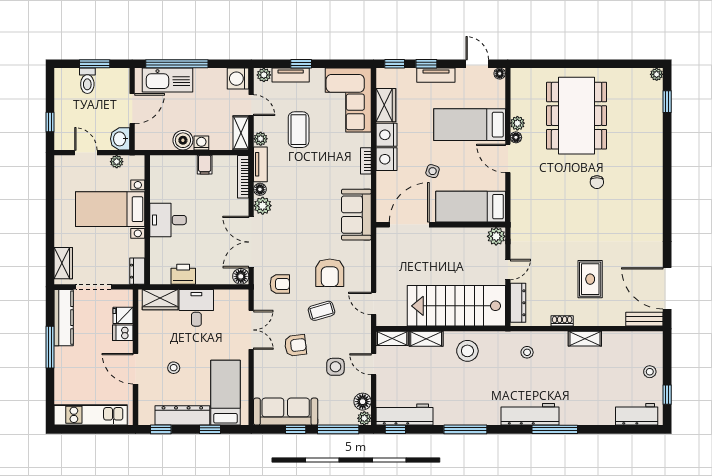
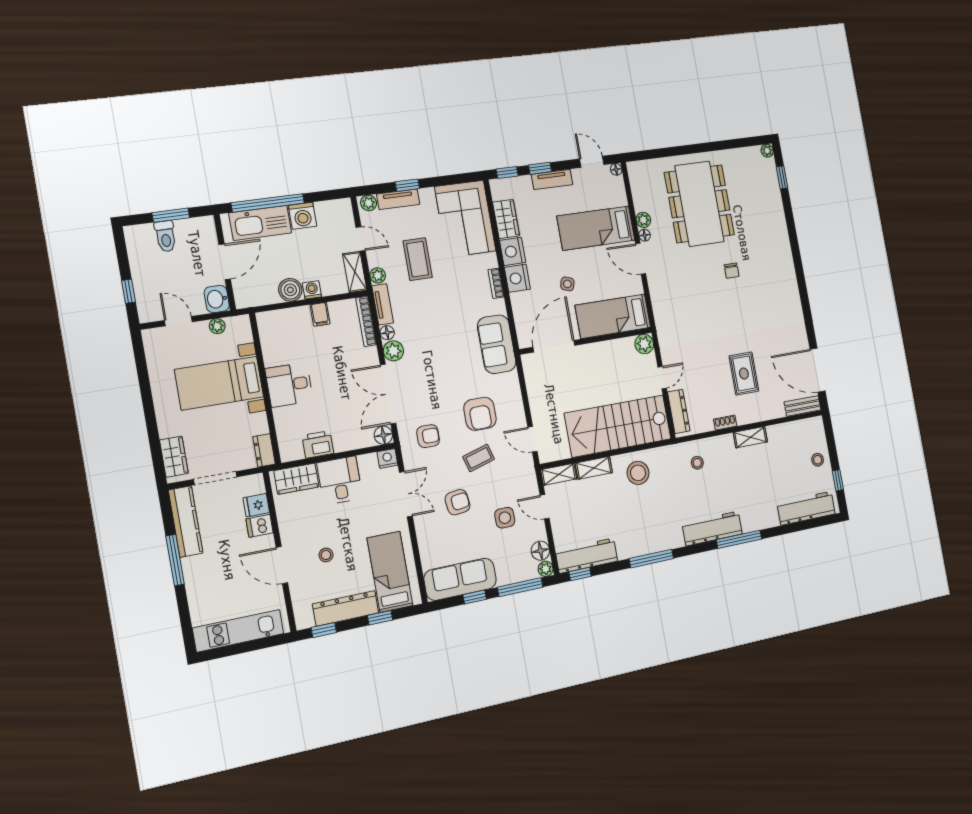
washing machine: (238, 79) -> (303, 216), moved, turned -90
nightstand: (241, 297) -> (387, 458), added
workbench: (637, 414) -> (806, 508), width x1.38

